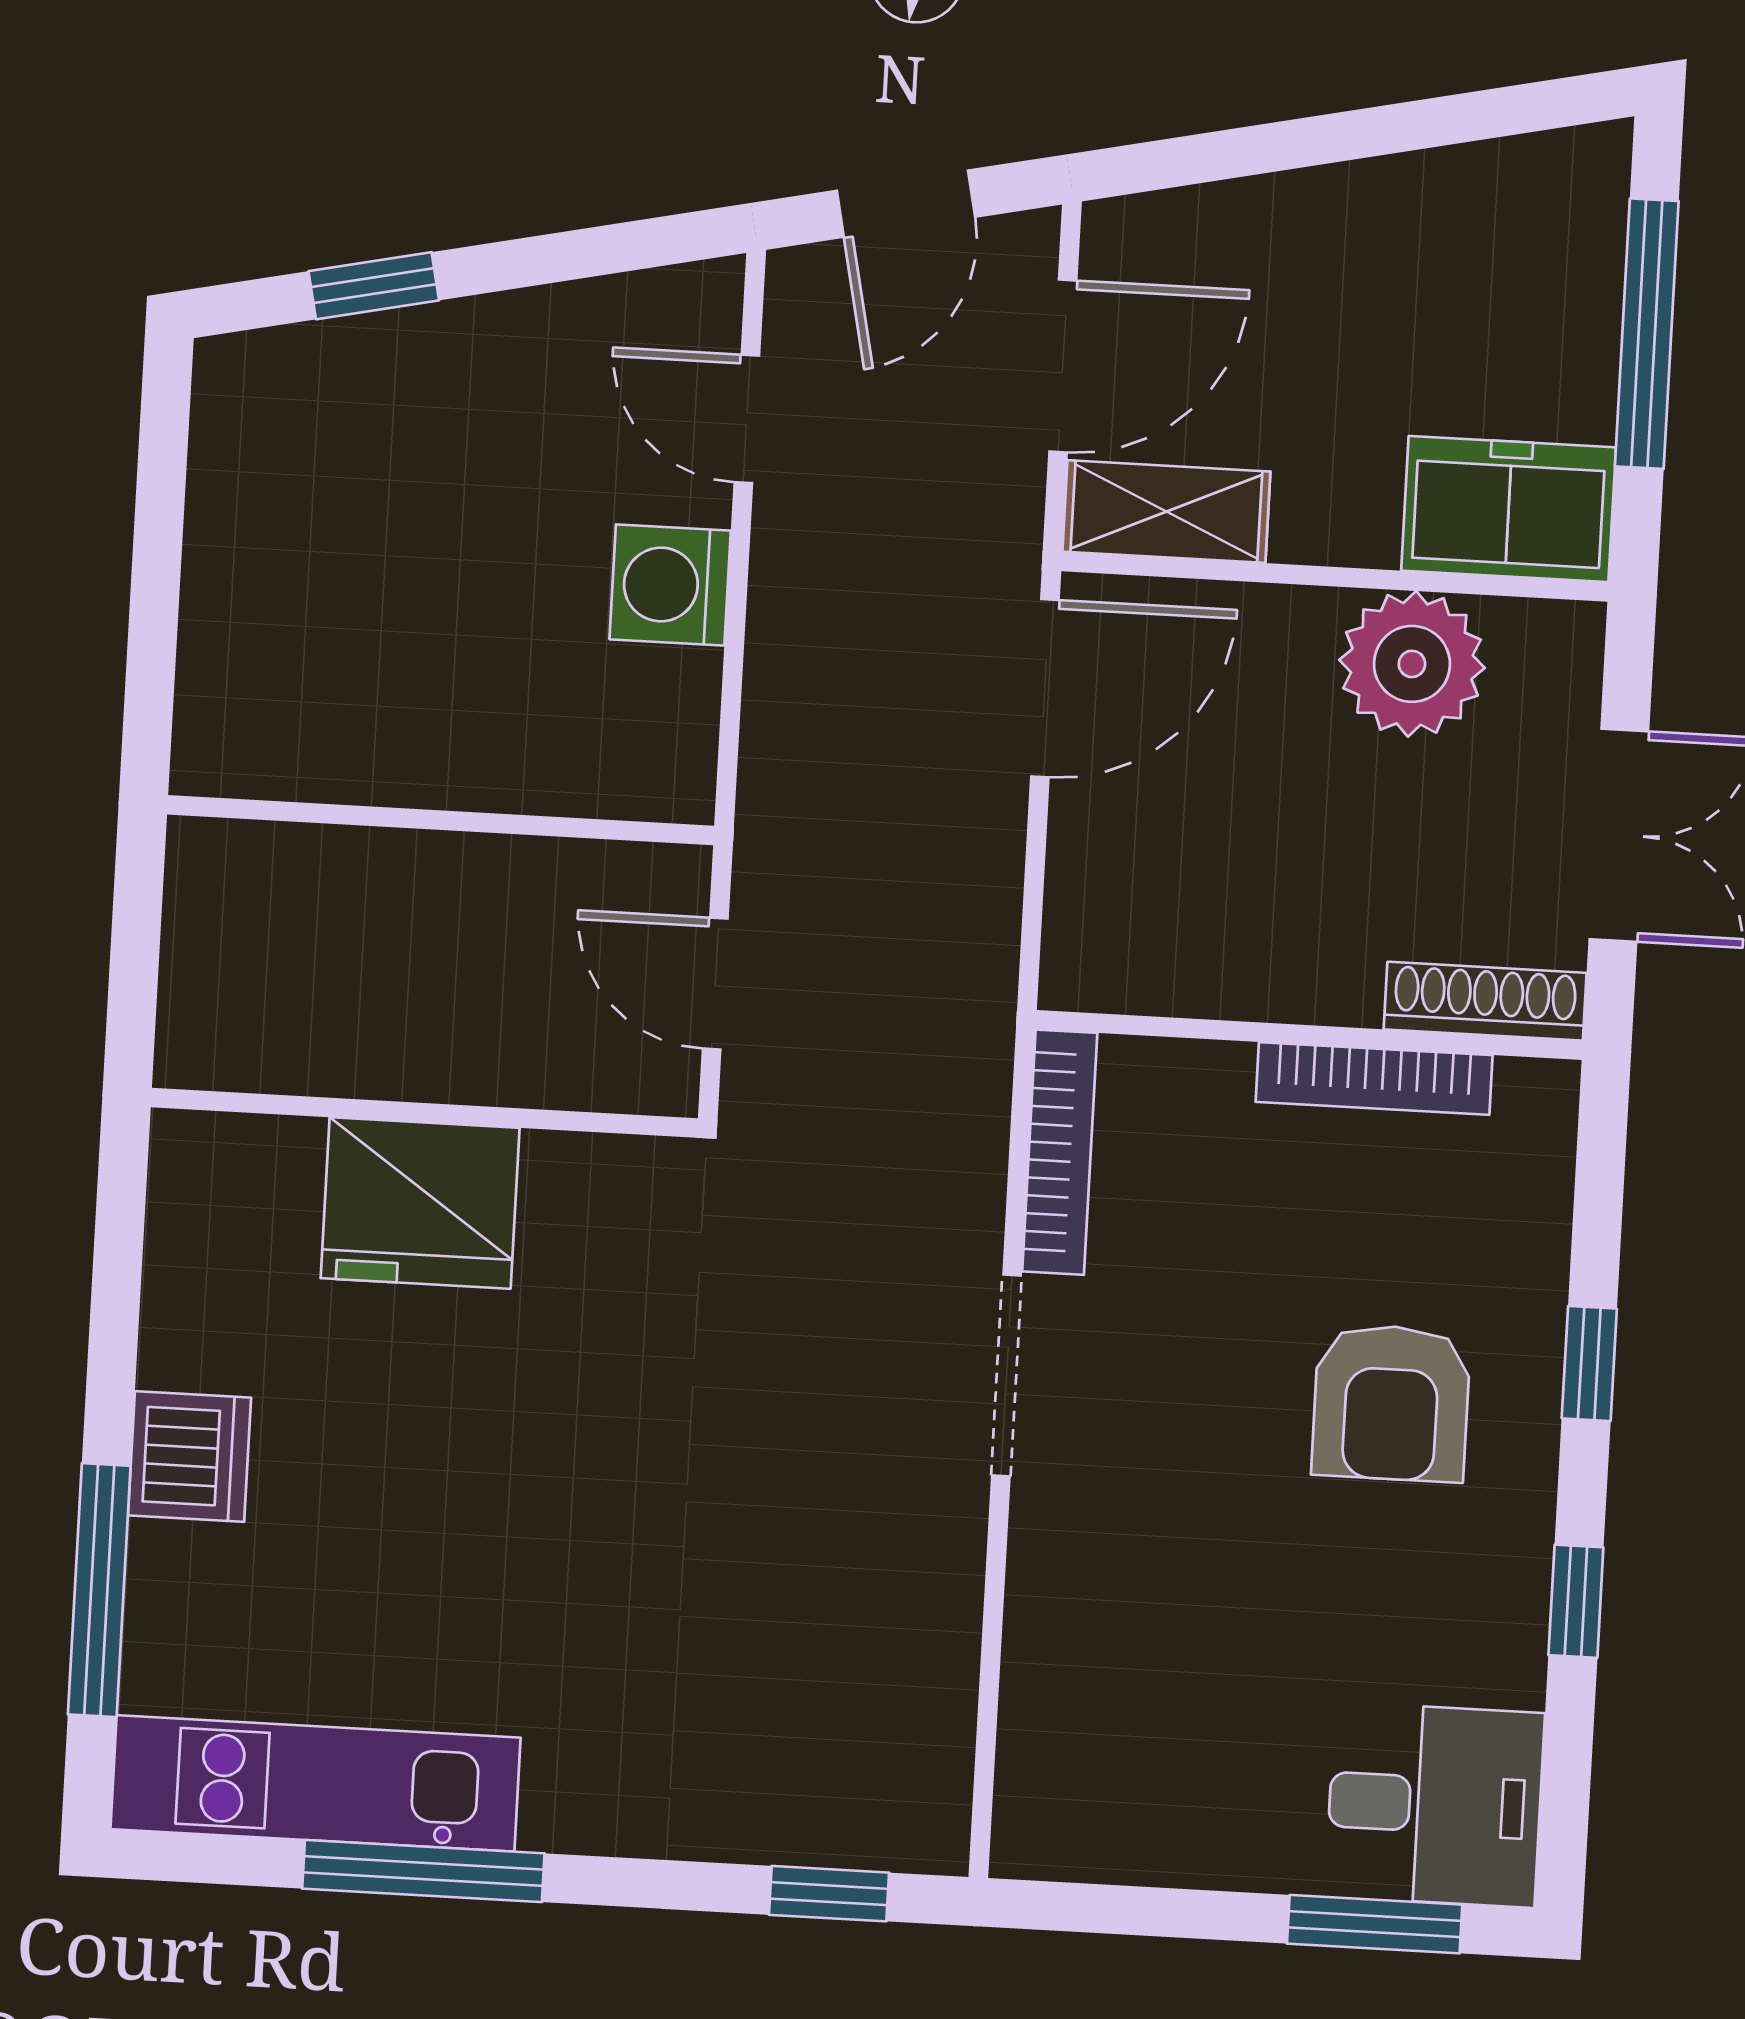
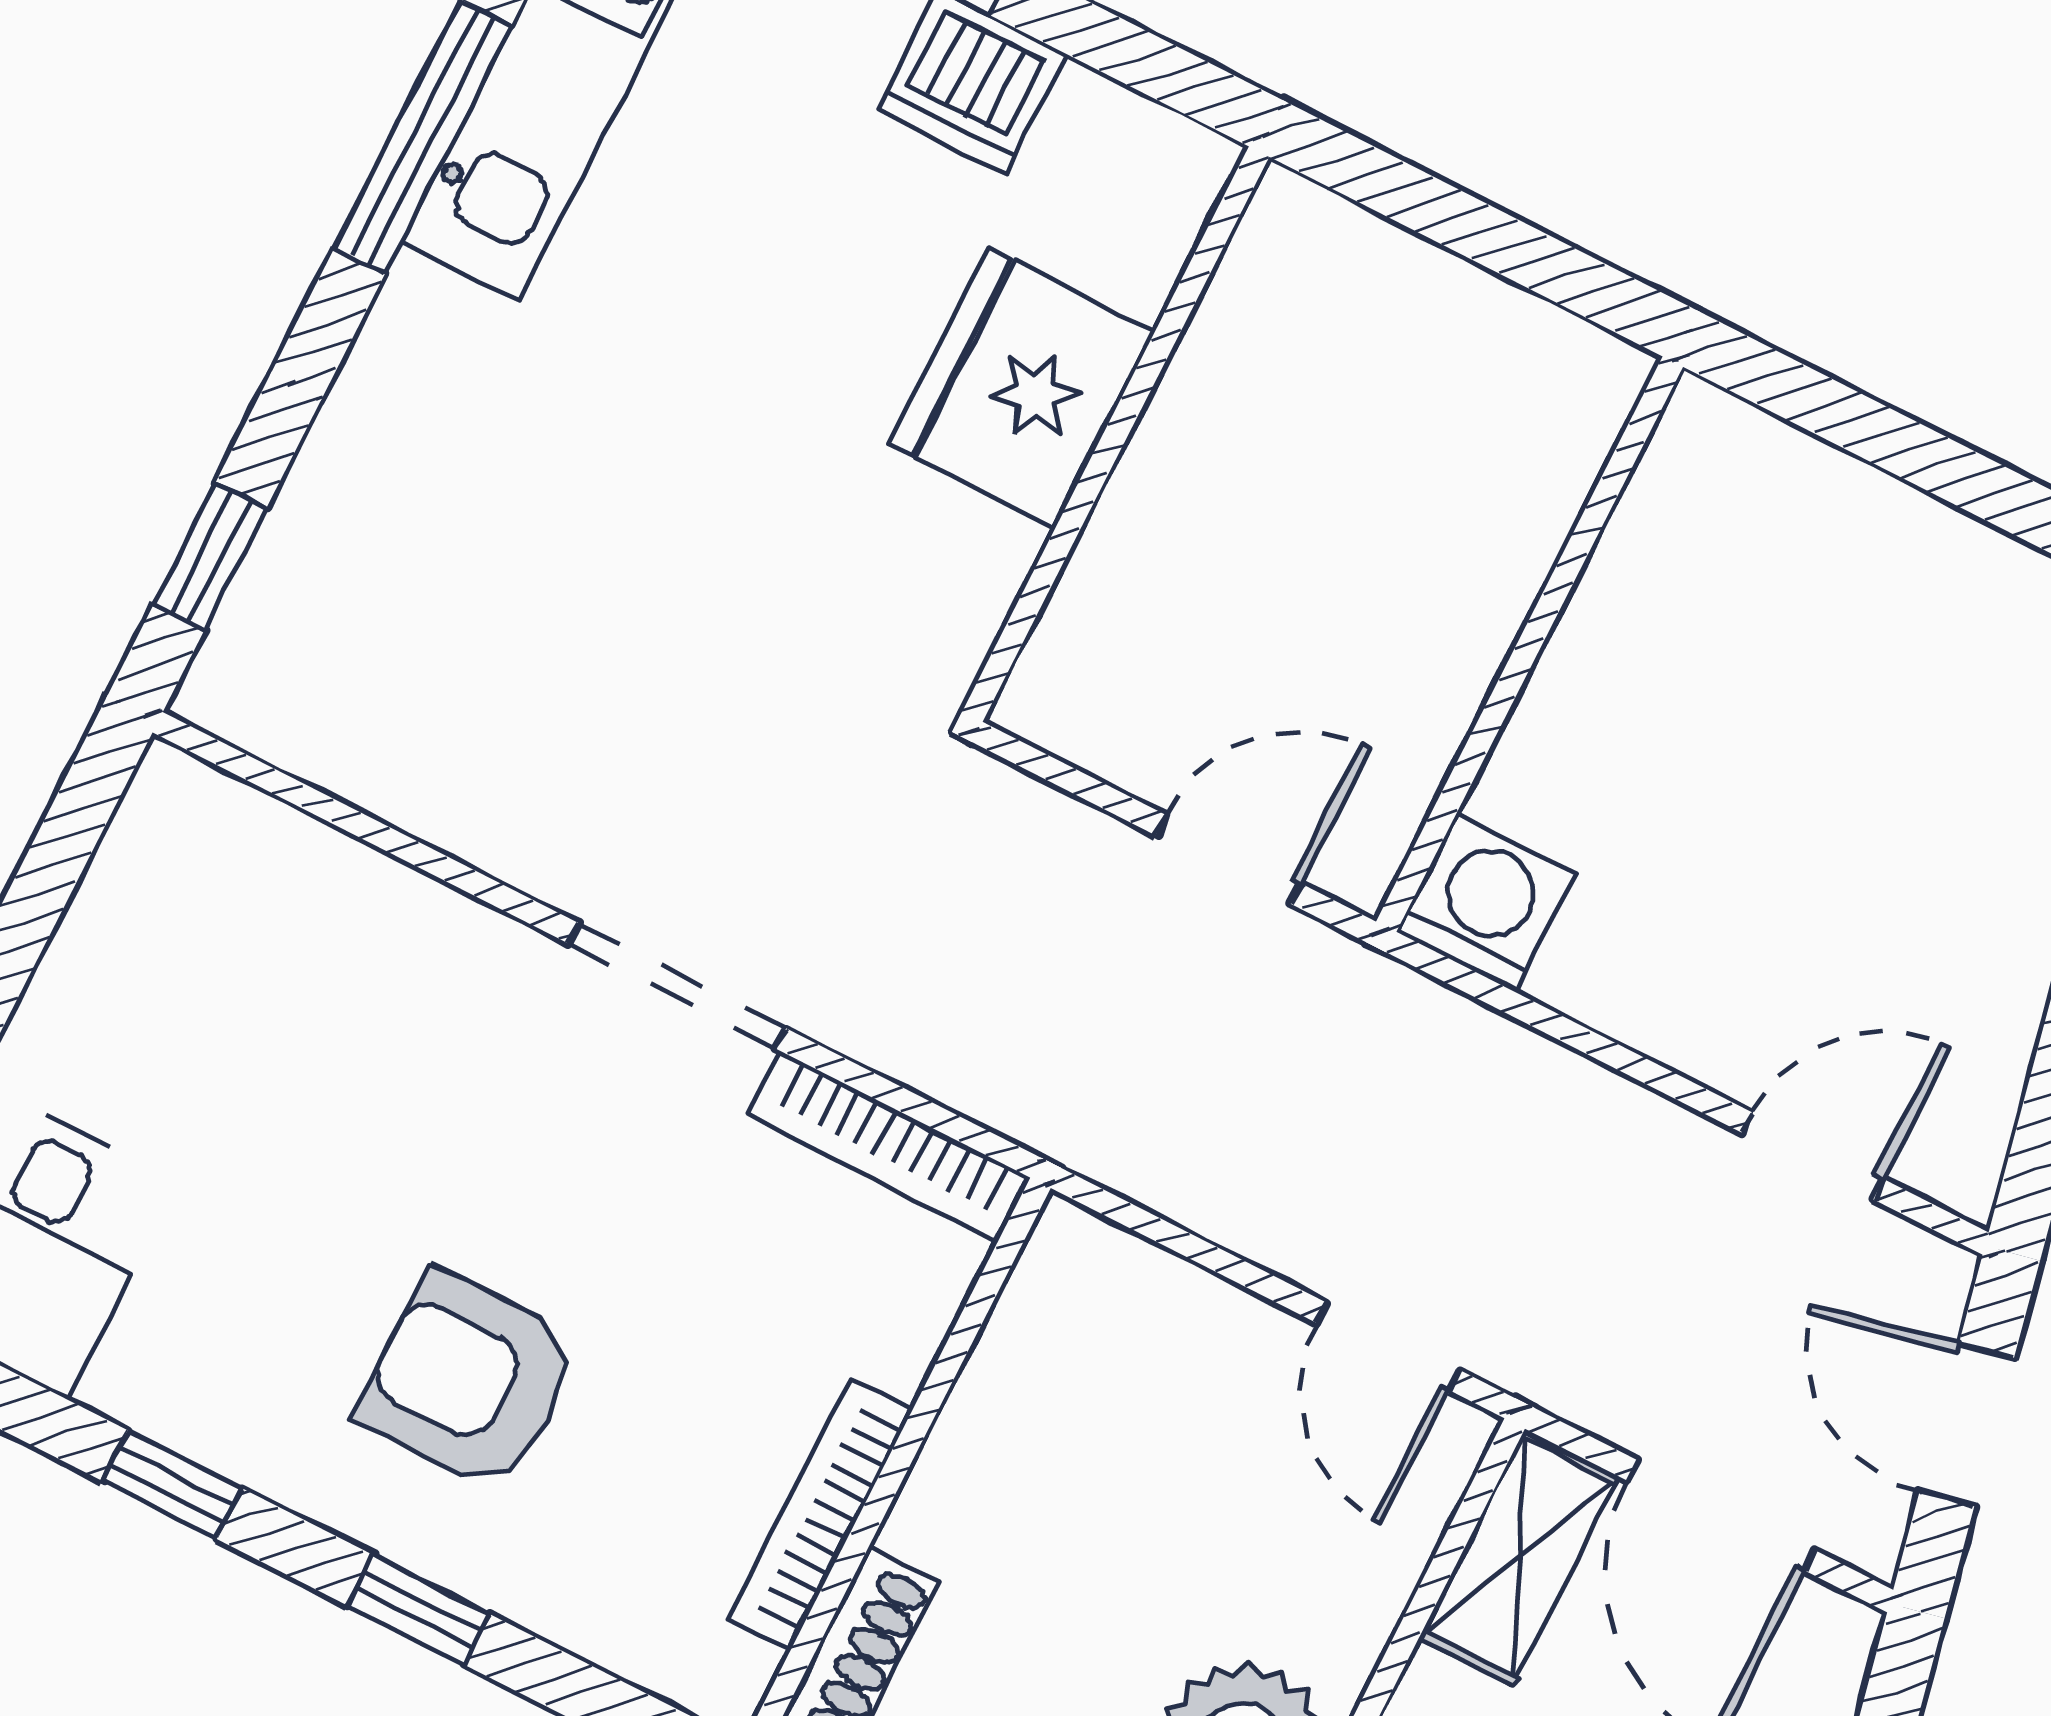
washing machine: (670, 585) -> (1486, 903), moved
door: (1045, 688) -> (1388, 1347), width x0.73
wall: (424, 1113) -> (1116, 434), moved
fridge: (420, 1203) -> (1022, 388), moved

